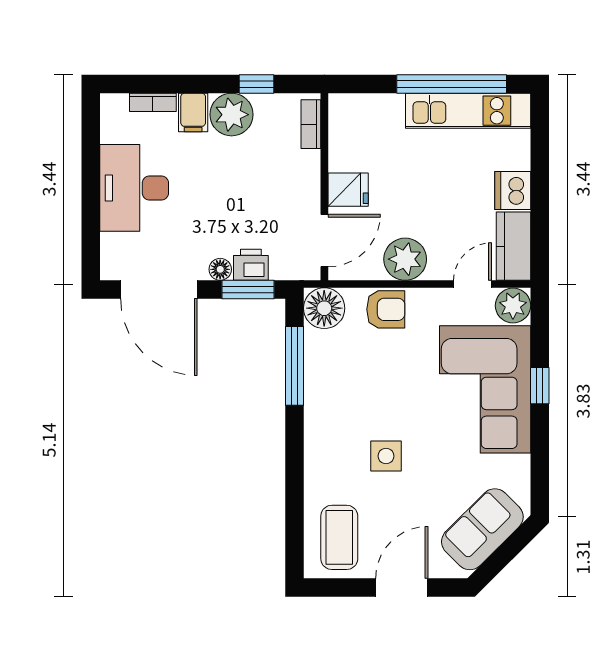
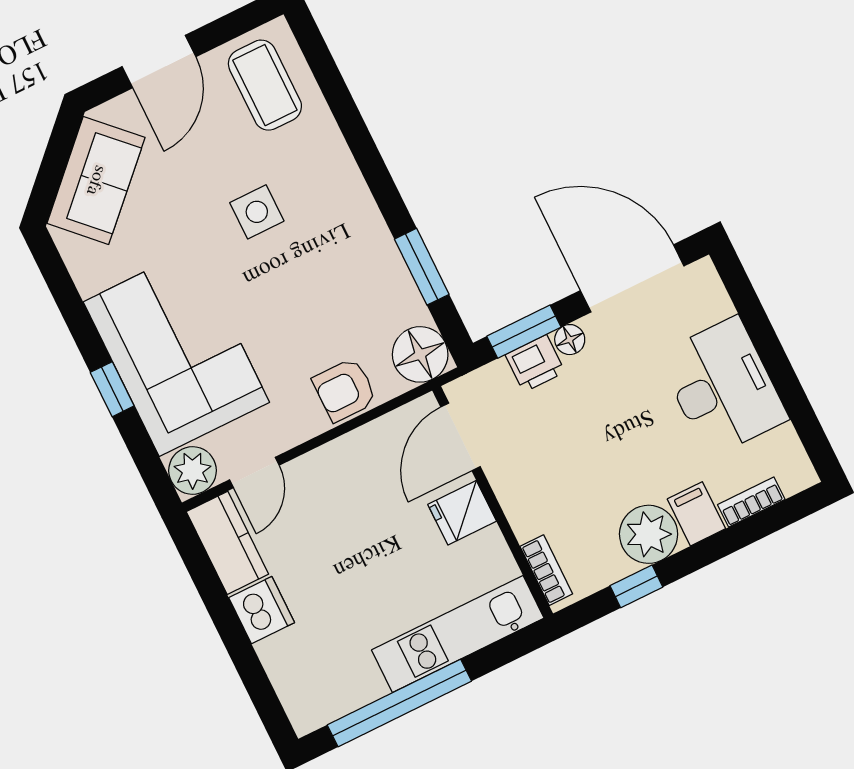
kitchen unit: (468, 111) -> (458, 634), moved
plant: (405, 259) -> (351, 462), removed
window: (295, 366) -> (422, 267), width x0.69

